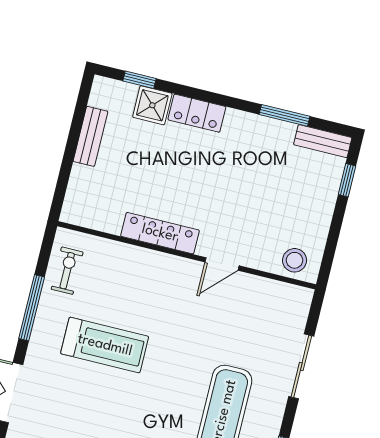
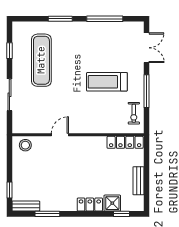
locker: (160, 233) -> (125, 142), moved

